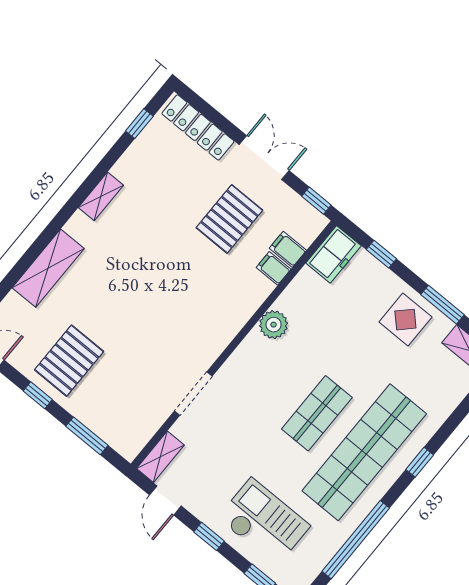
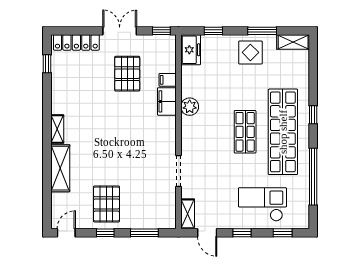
shelving: (101, 196) -> (57, 129), moved
filing cabinet: (288, 249) -> (167, 101), moved, width x2.00

